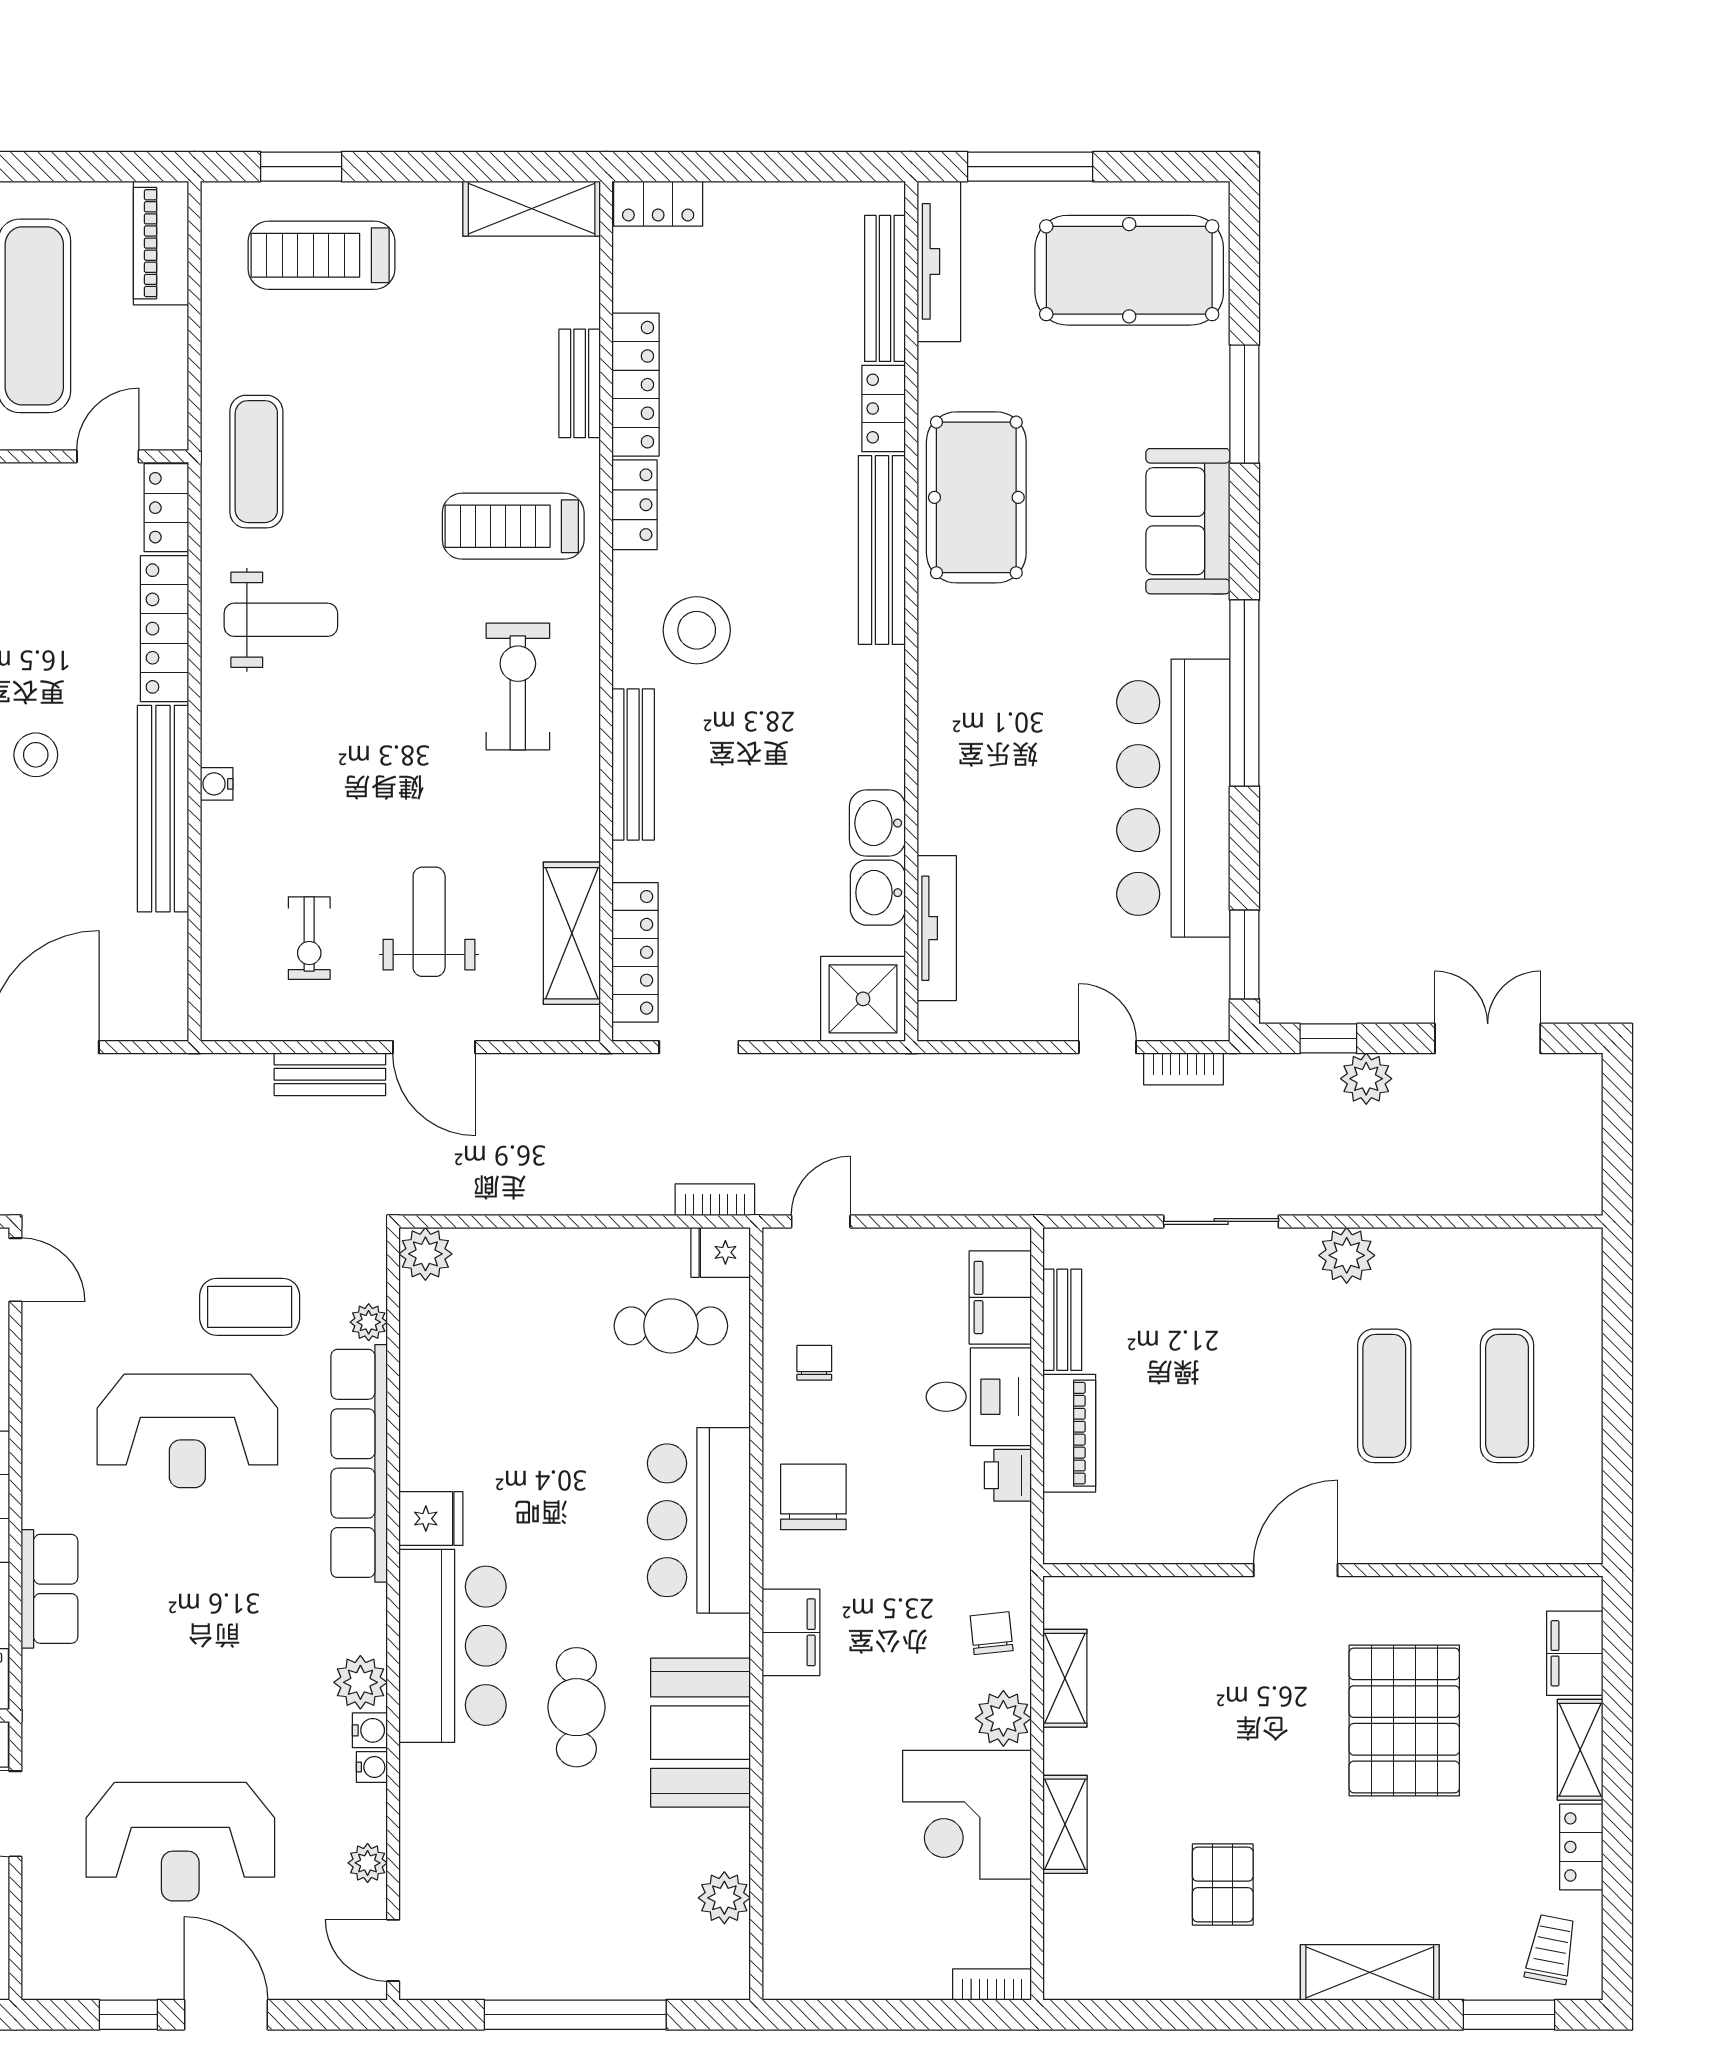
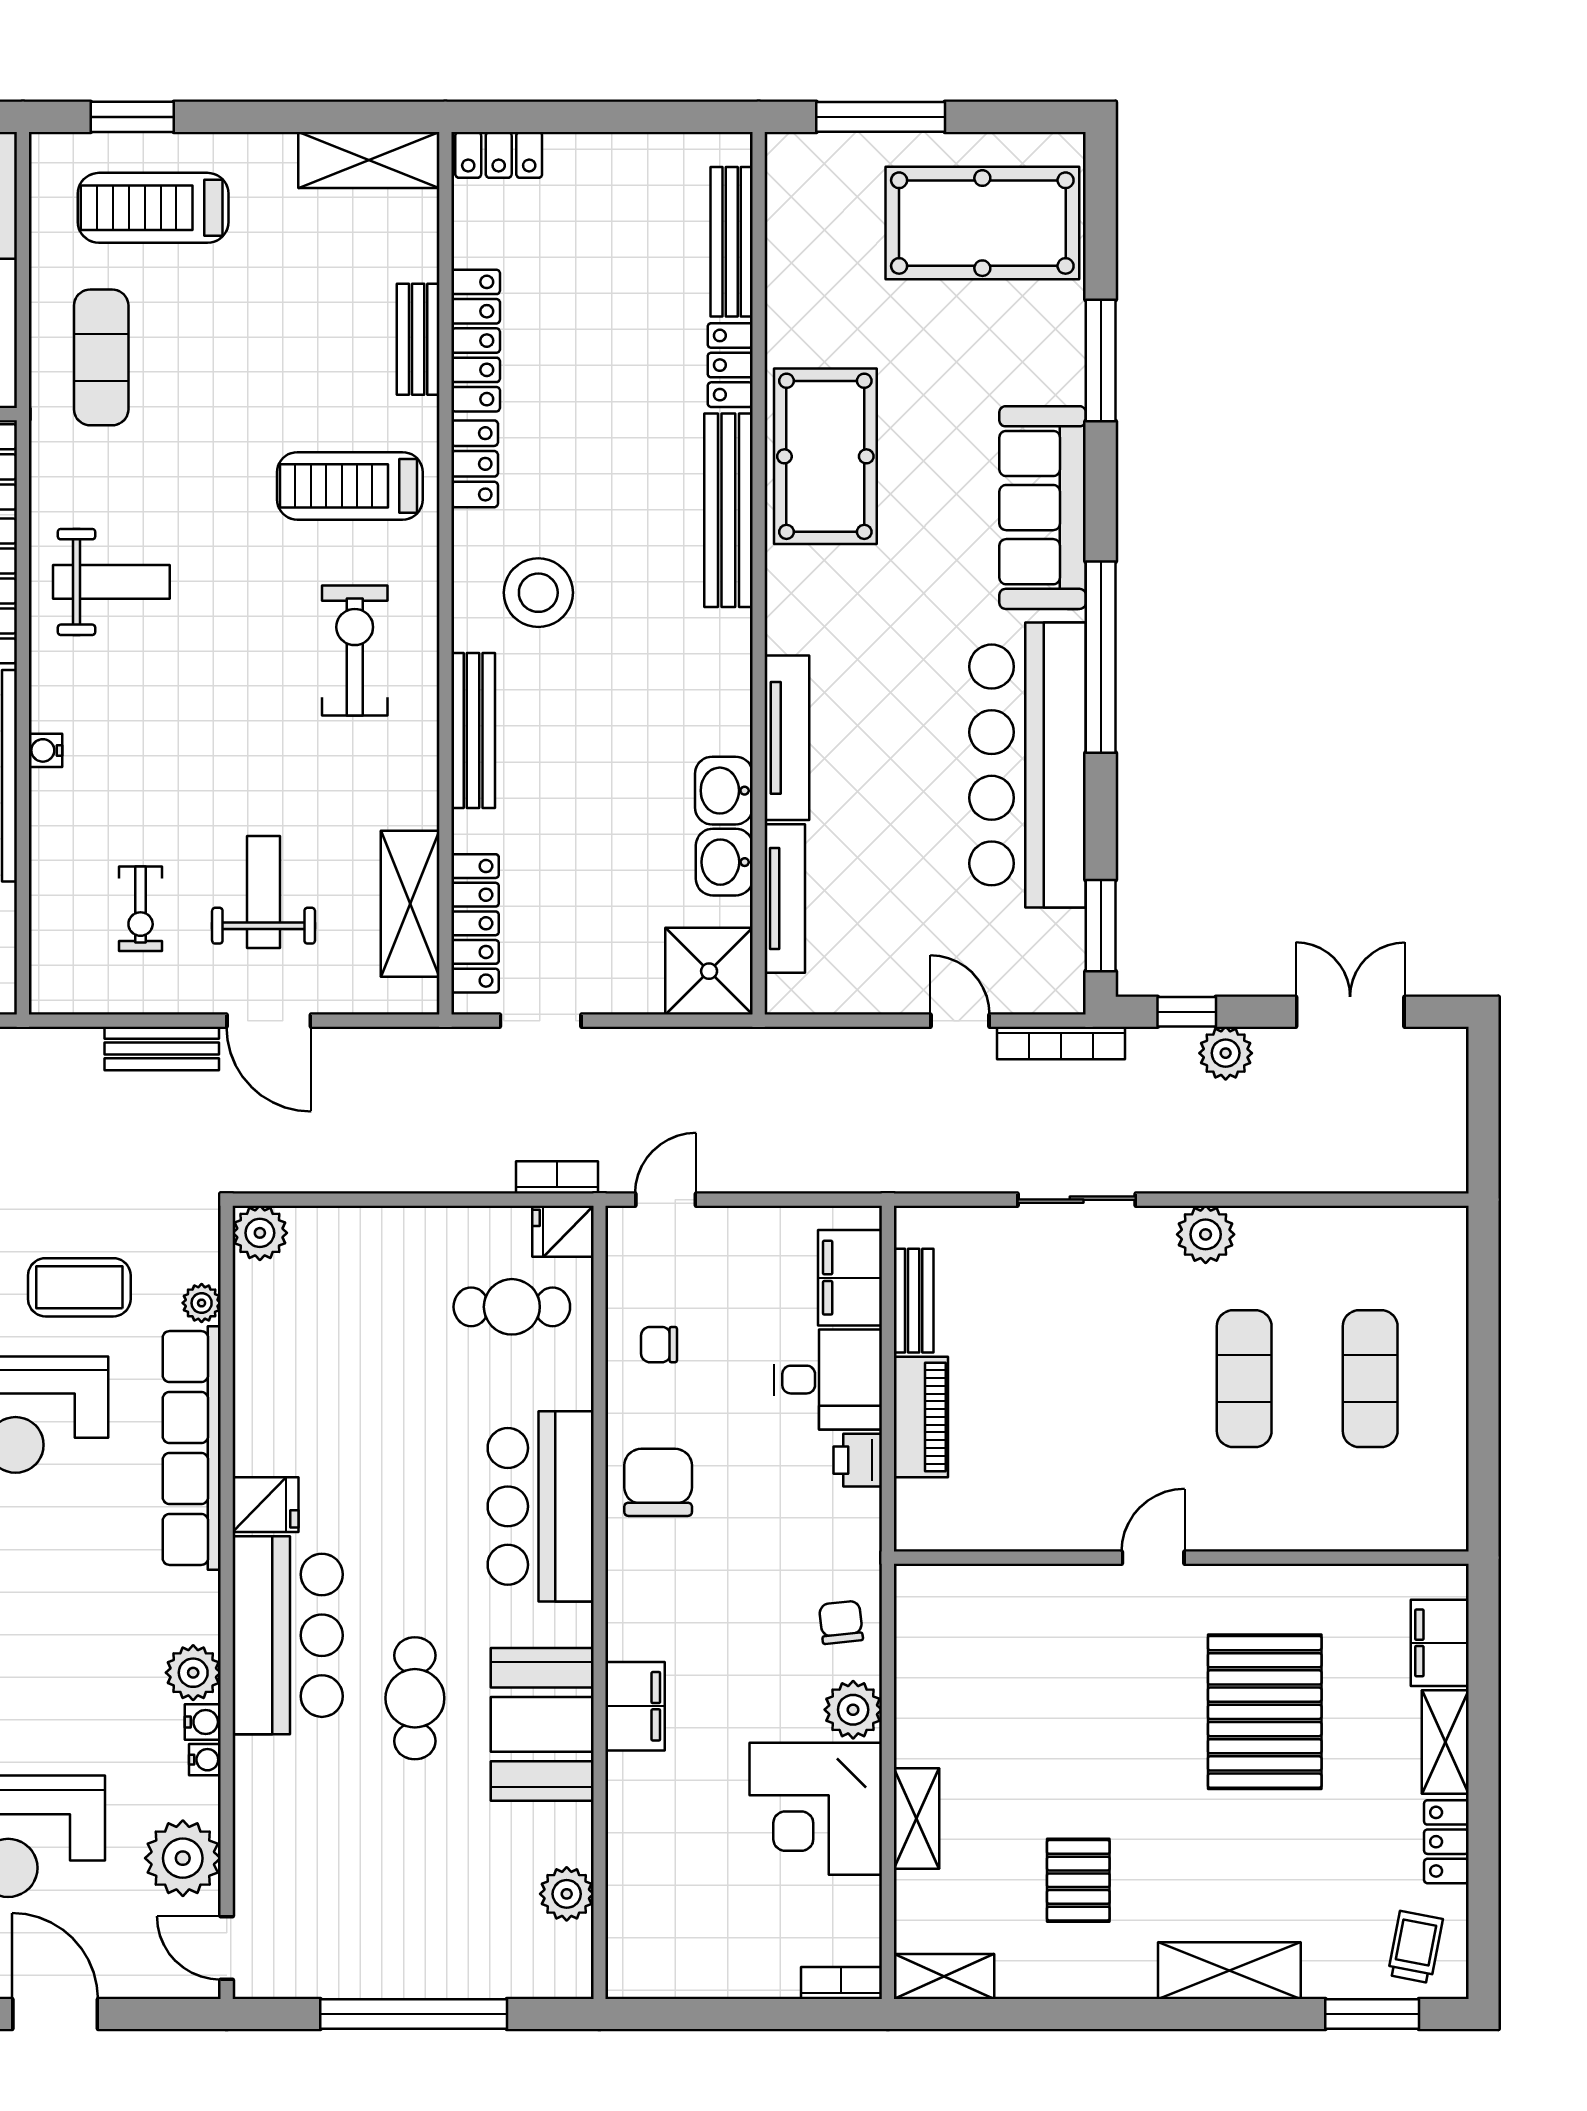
tv unit: (939, 261) -> (787, 738), moved
exercise mat: (256, 462) -> (101, 357), moved
sofa: (1188, 521) -> (1043, 508), width x1.36
bookcase: (1184, 1069) -> (1061, 1043), width x1.56
chair: (814, 1363) -> (659, 1345), turned -90
door: (1296, 1570) -> (1153, 1558), width x0.73
filing cabinet: (791, 1632) -> (635, 1706), moved
shelving: (1065, 1678) -> (944, 1977), moved, turned 90
plant: (368, 1863) -> (183, 1858), width x1.87, depth x1.87

